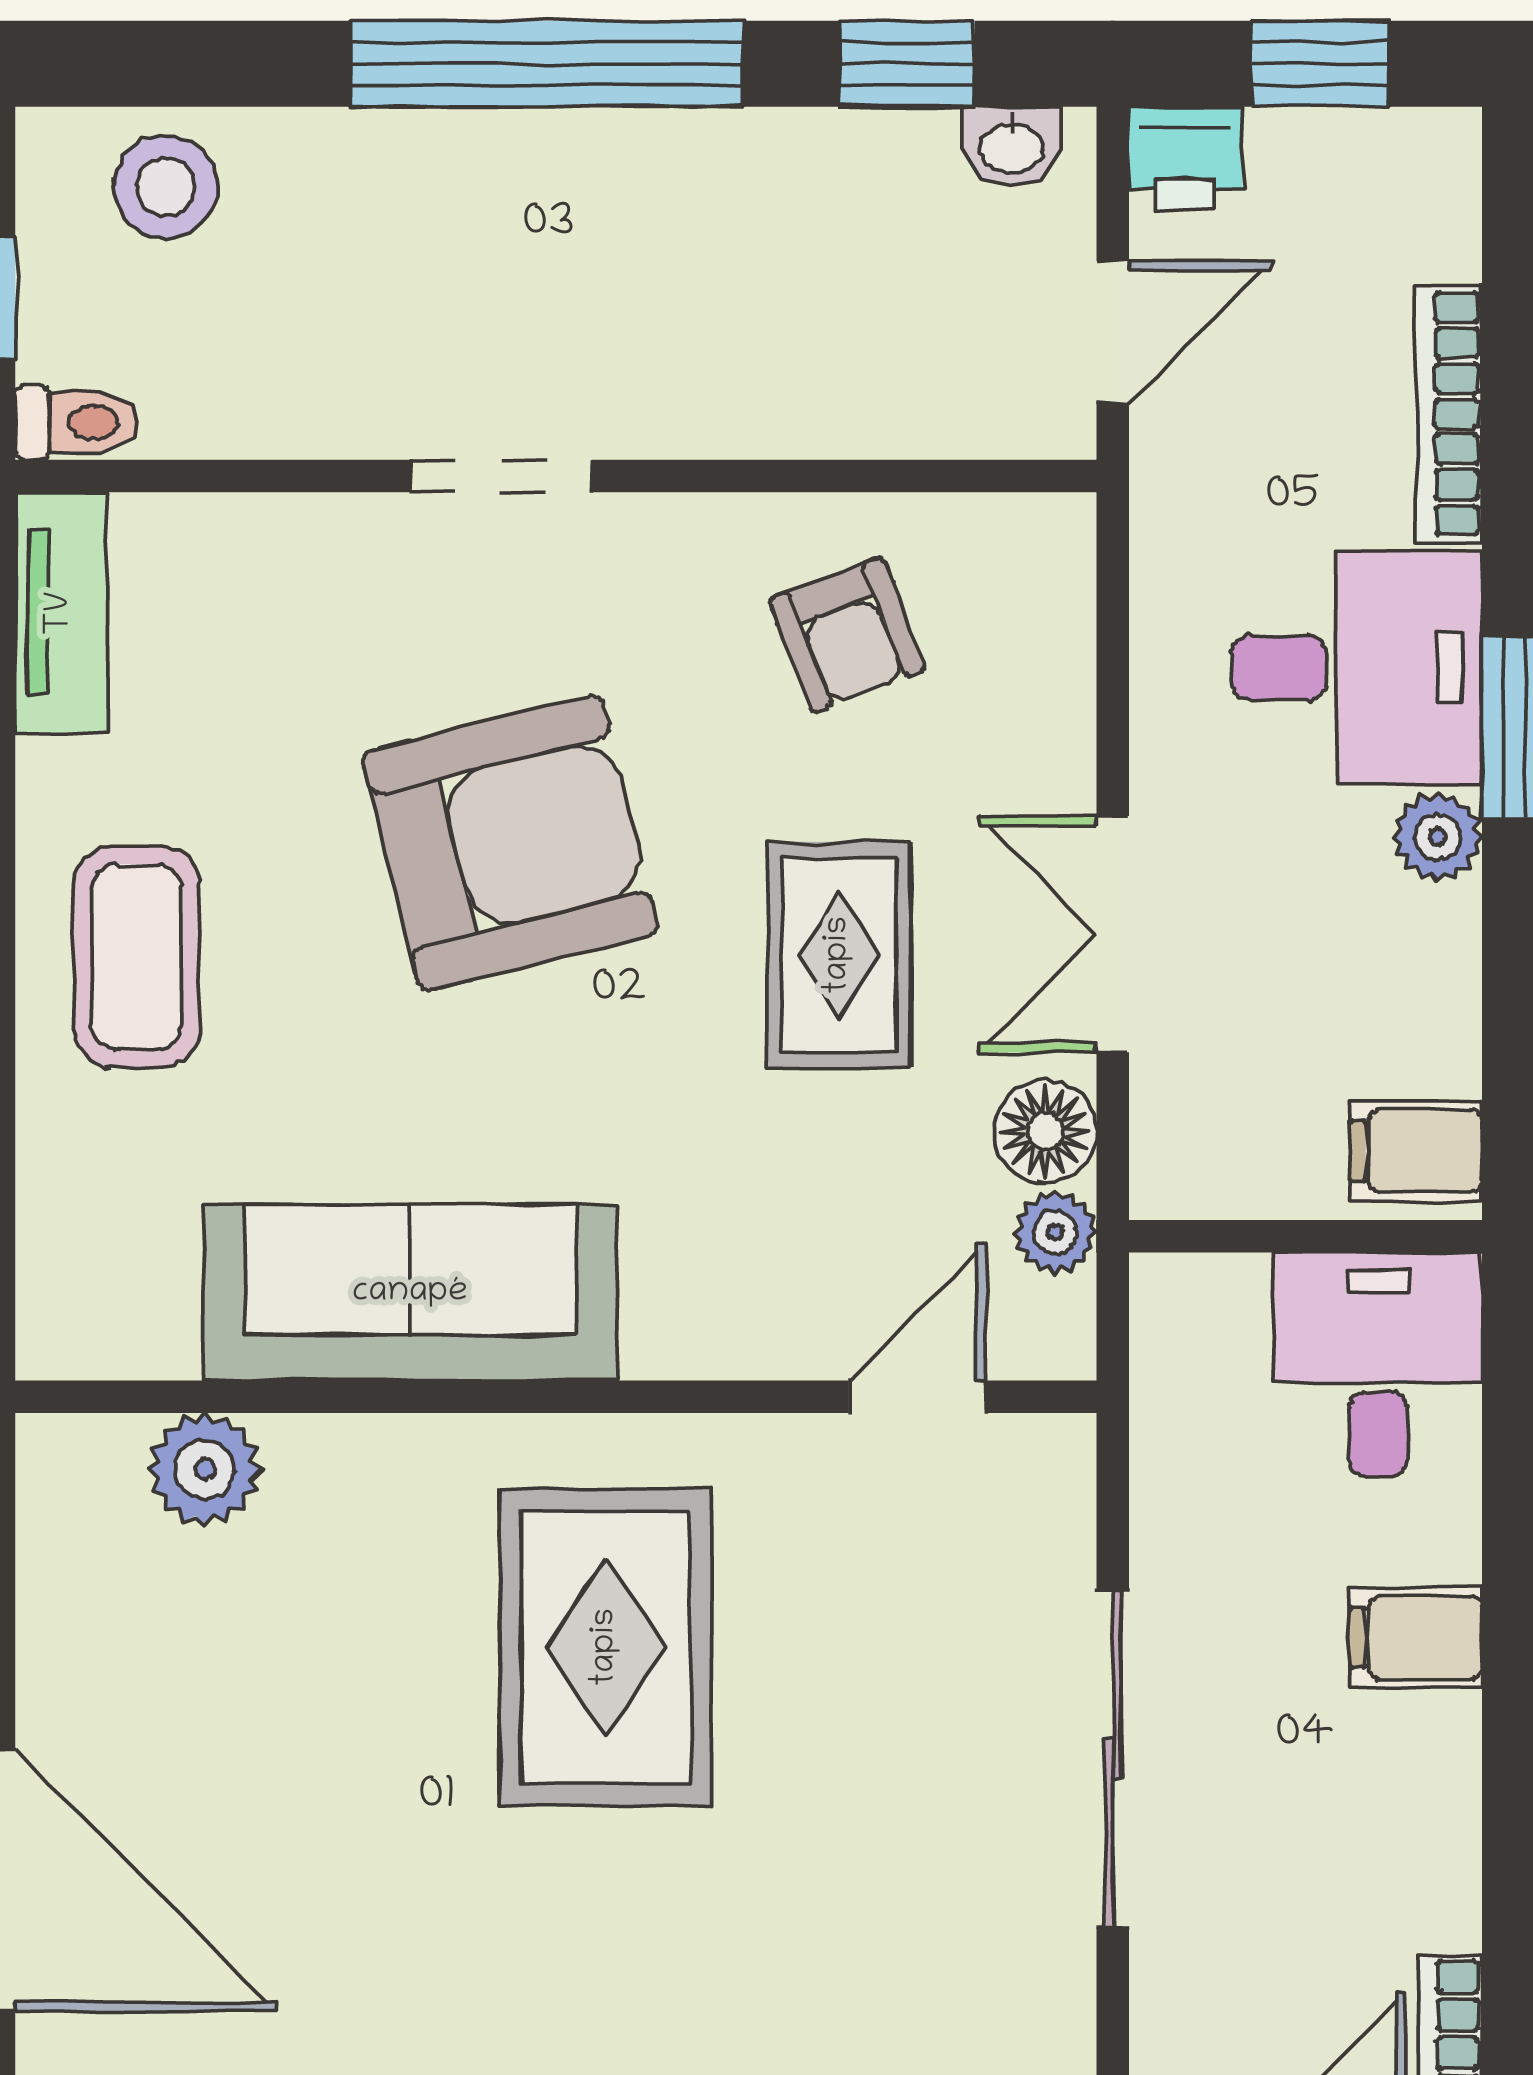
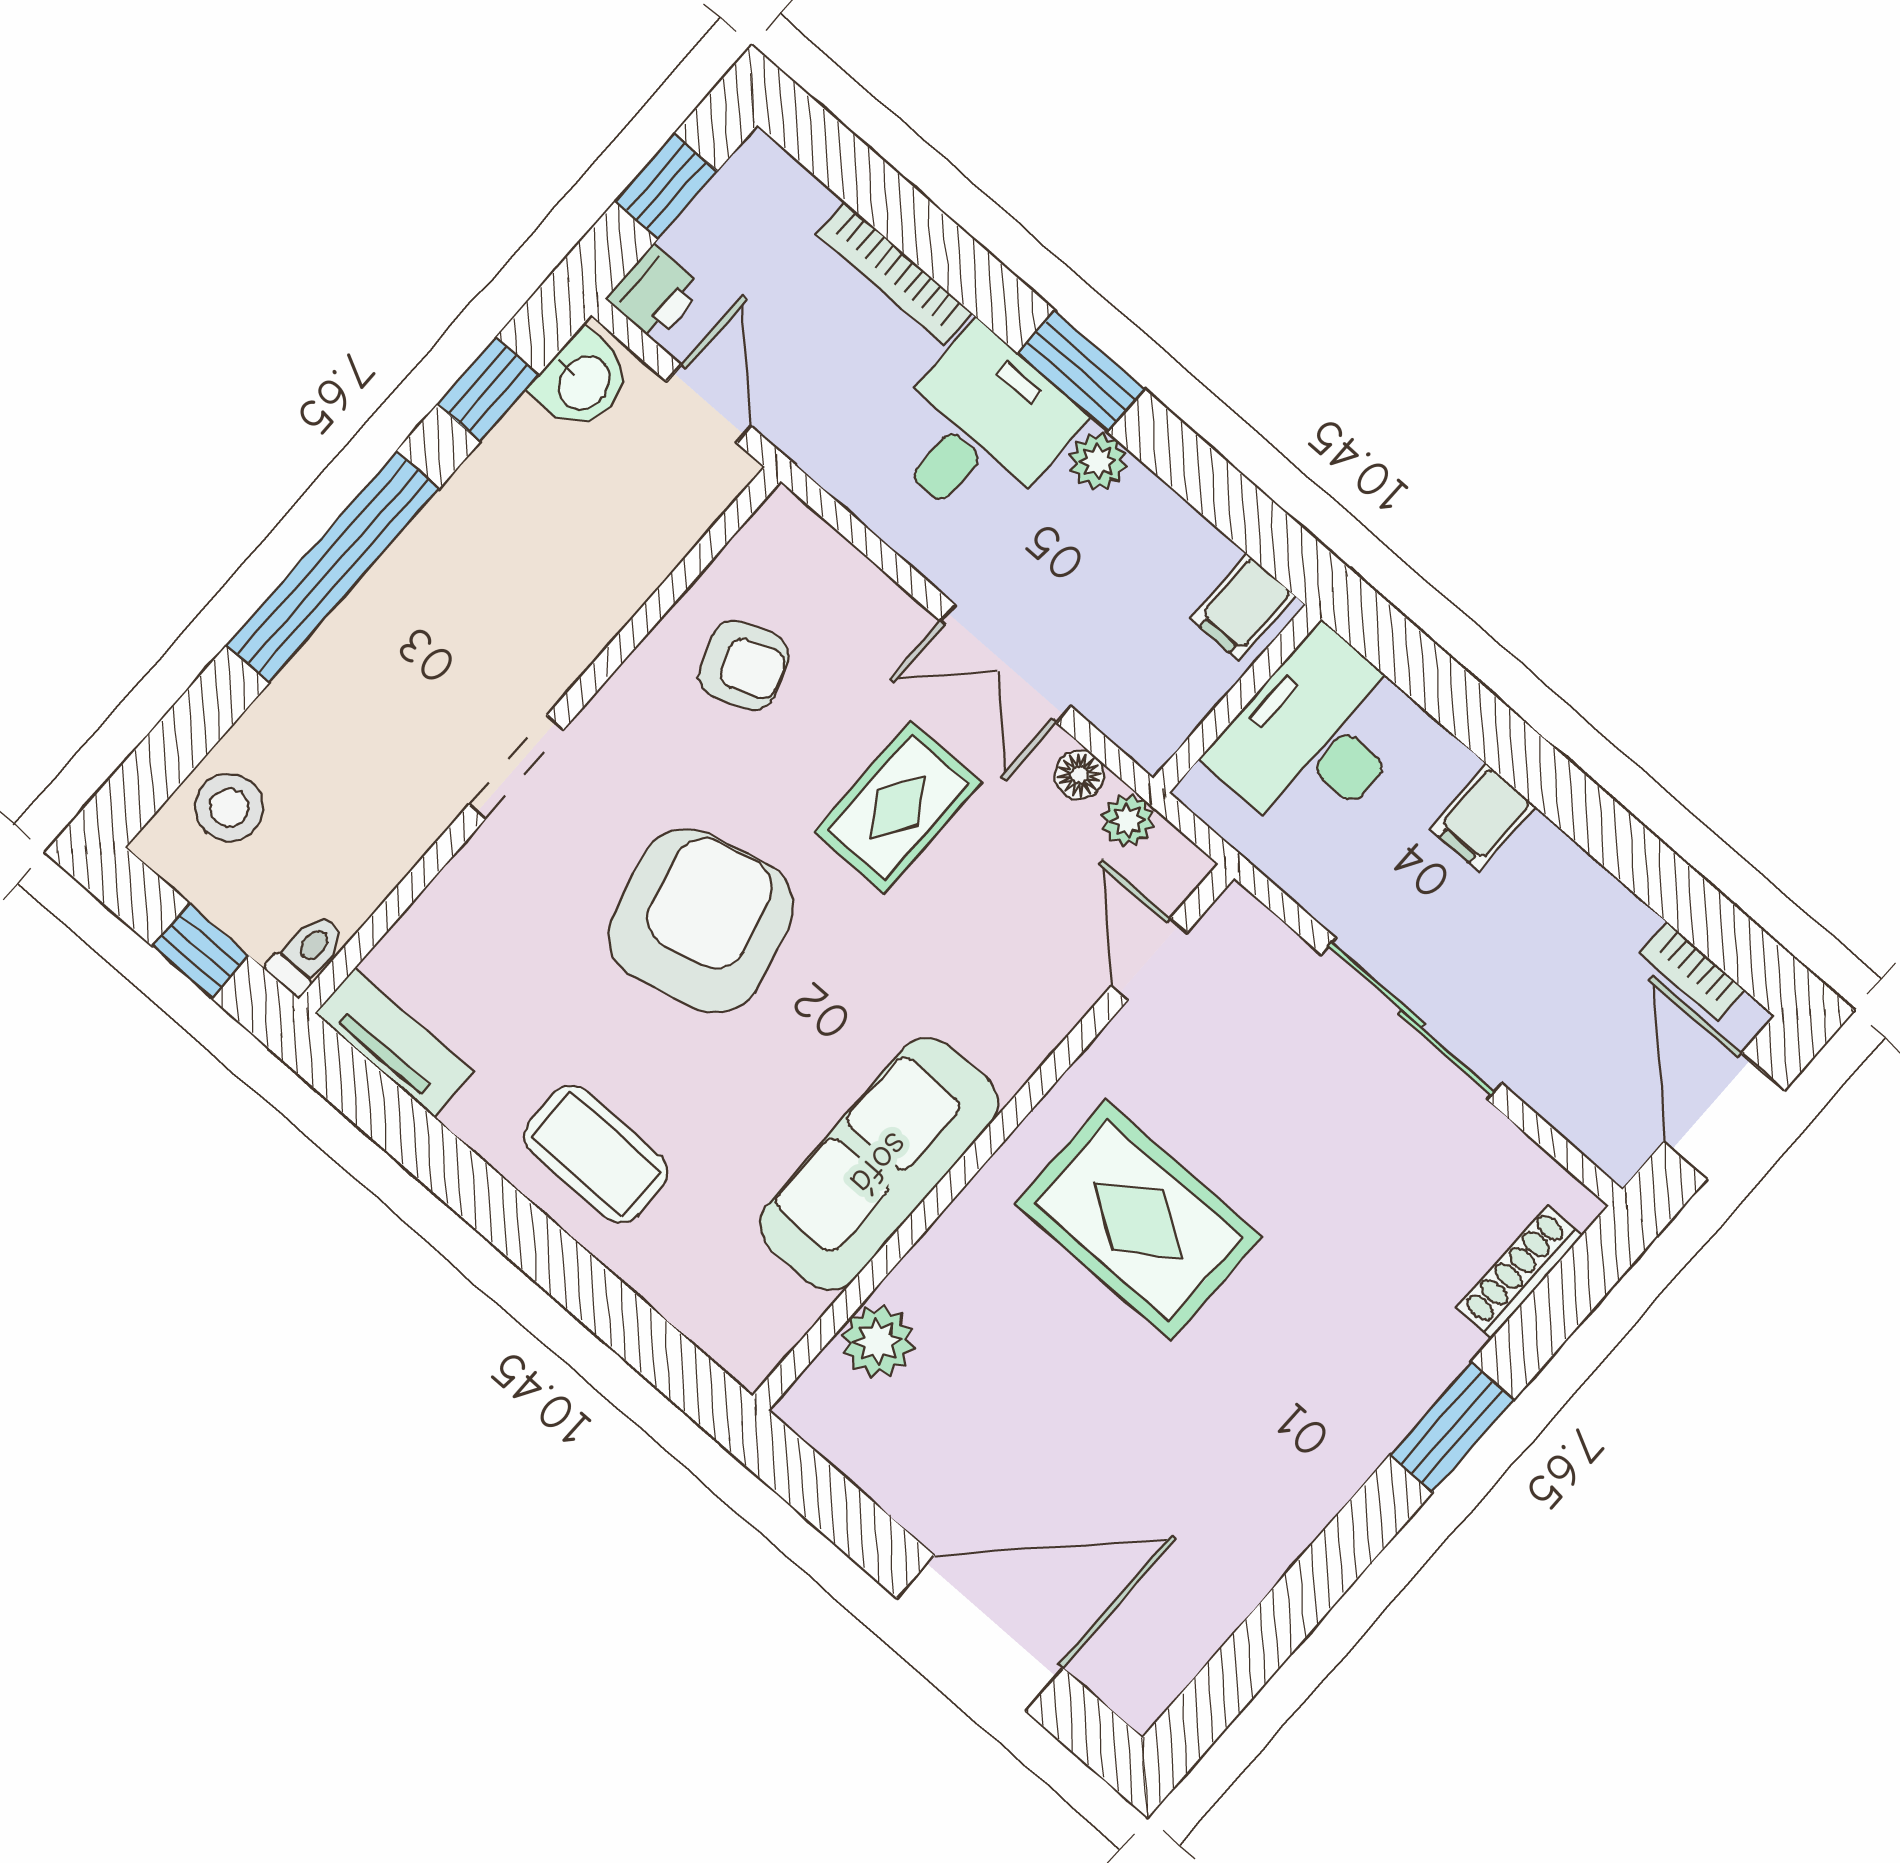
washbasin: (1011, 146) -> (583, 381), width x1.38, depth x1.45
rug: (839, 955) -> (898, 807), turned 90
floor lamp: (1045, 1131) -> (1079, 775), width x0.73, depth x0.73
desk: (1378, 1365) -> (1315, 738), width x1.37

